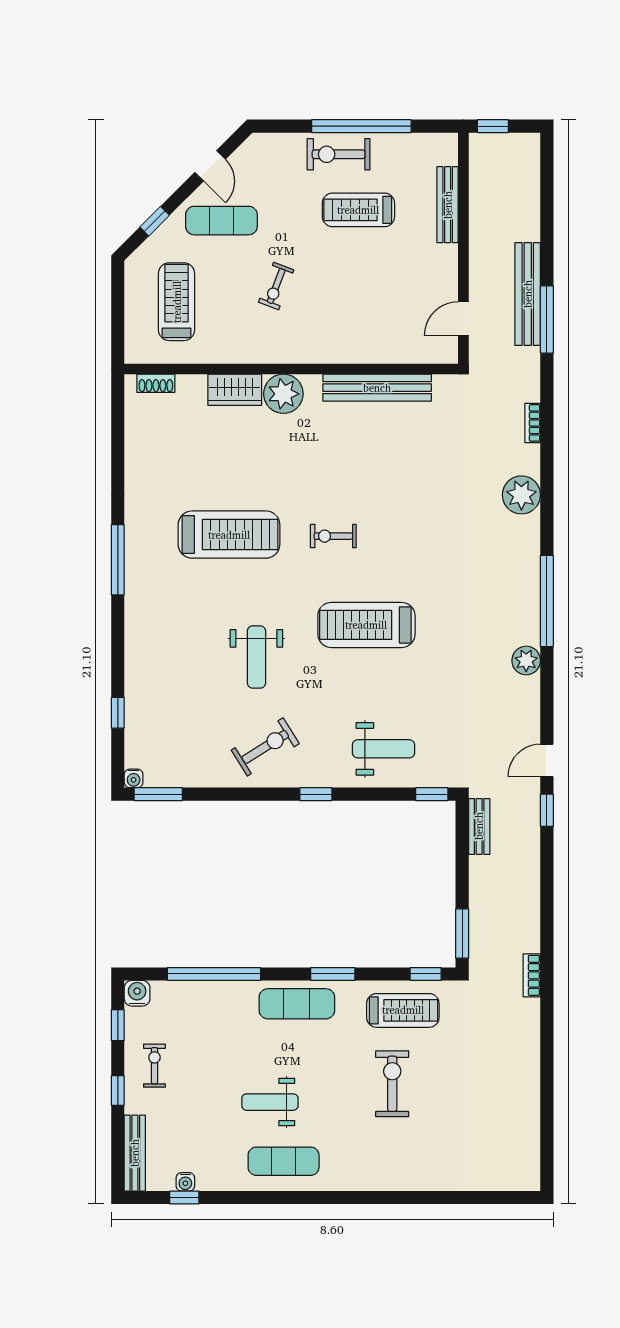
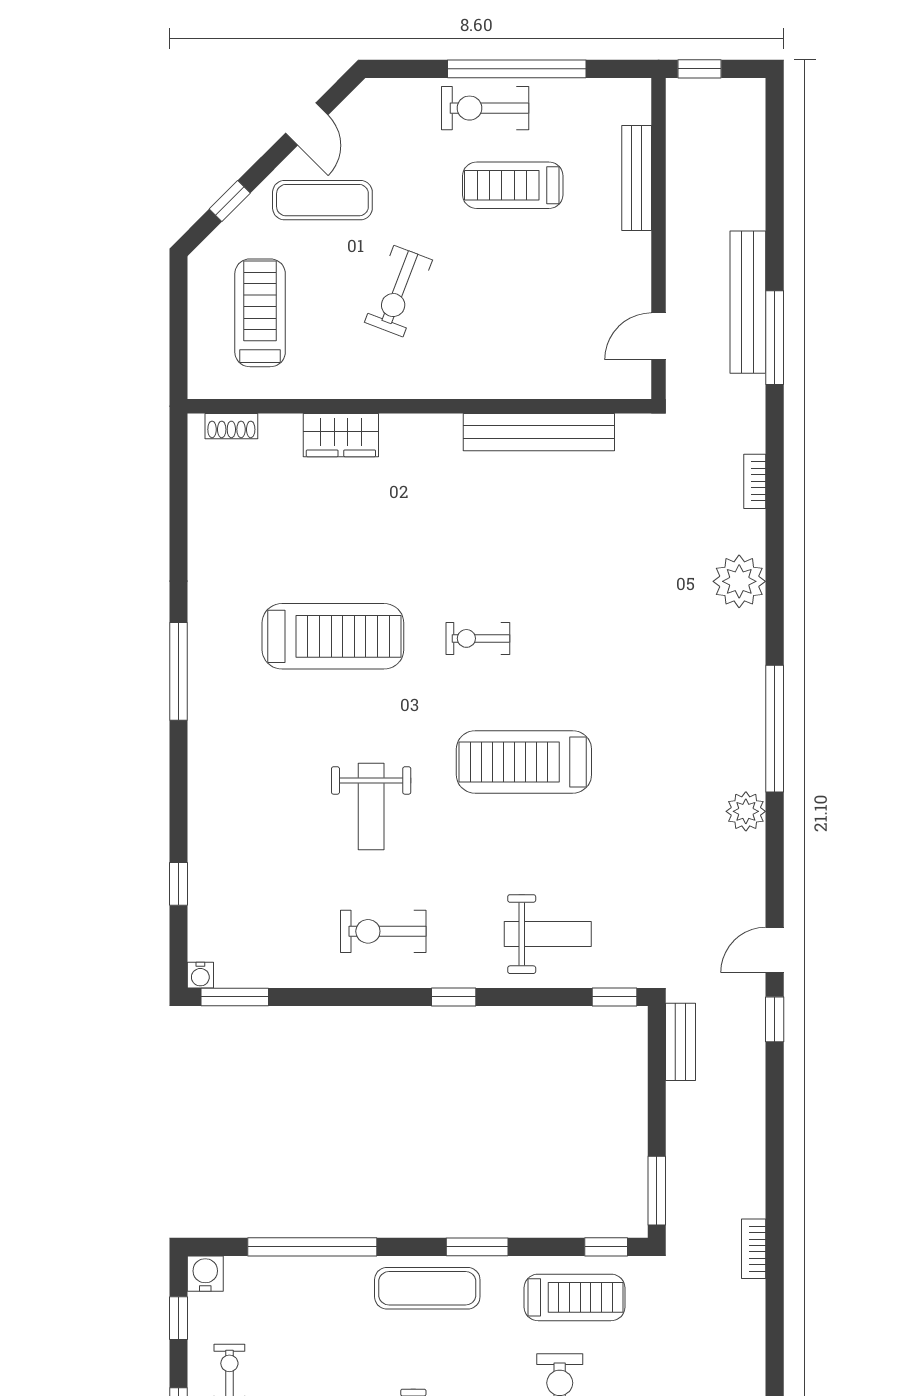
exercise bike: (276, 286) -> (398, 291), width x1.38, depth x1.39
plant: (283, 394) -> (409, 441), removed
exercise bike: (265, 747) -> (383, 931), turned -148

